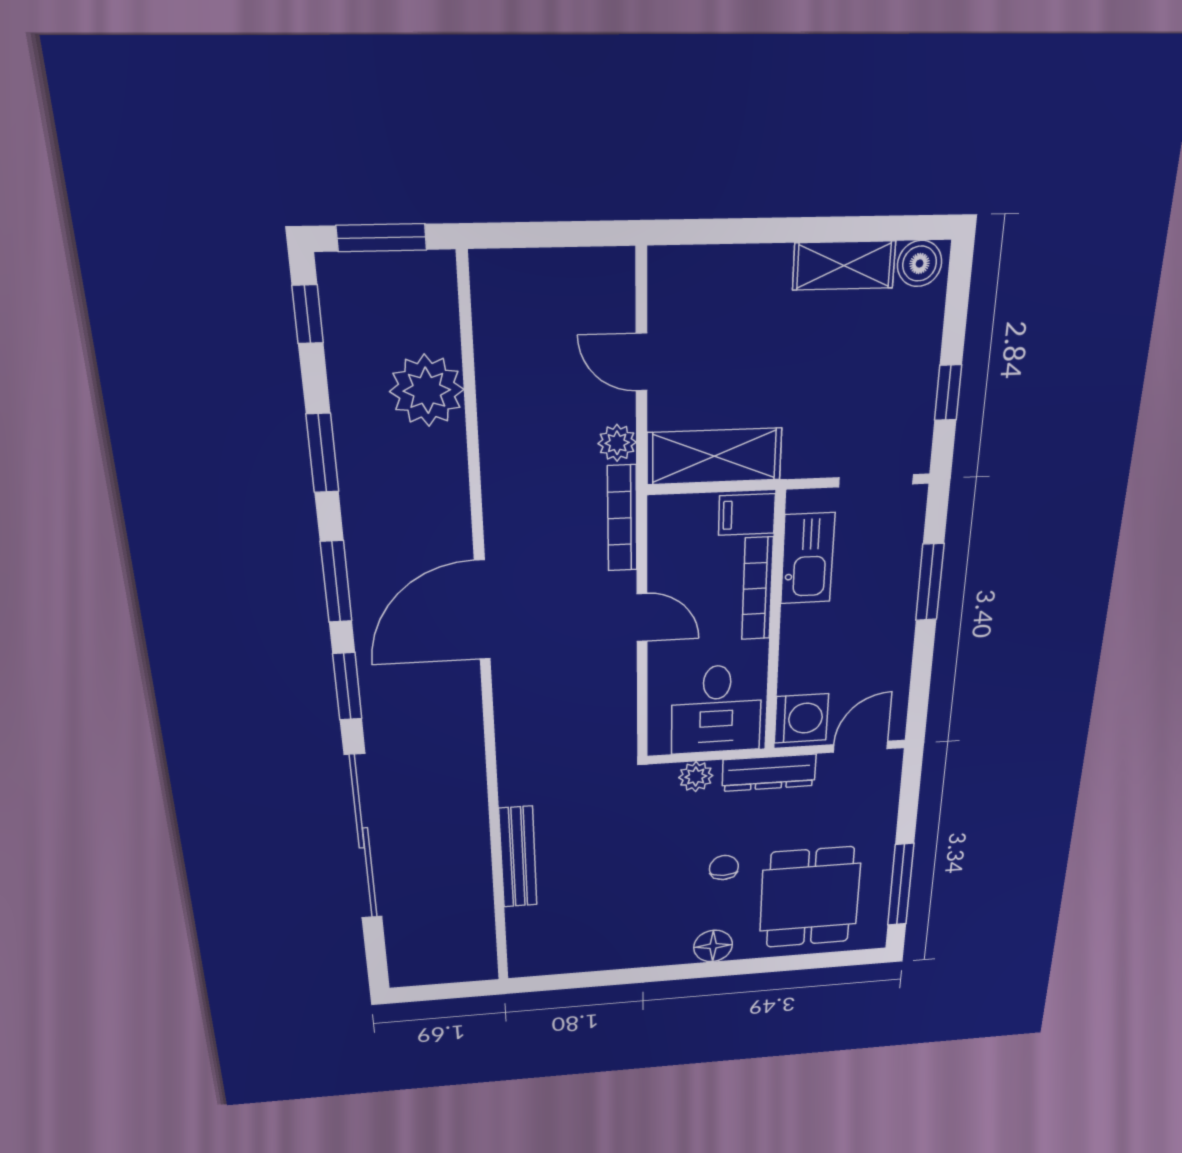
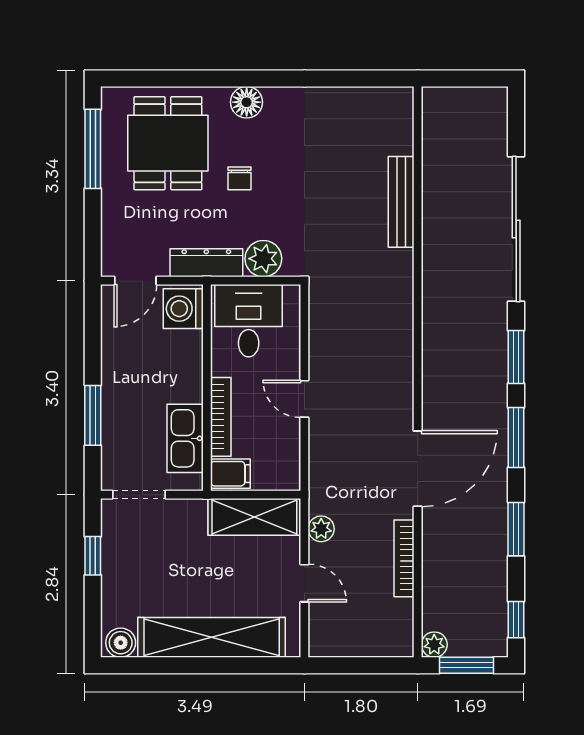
shelving: (844, 266) -> (212, 637), width x2.20, depth x1.33
plant: (427, 390) -> (434, 645), moved, width x0.53, depth x0.53
bookcase: (622, 518) -> (404, 558), moved, turned 180
door: (482, 610) -> (418, 469), moved
plant: (696, 777) -> (263, 259), width x1.38, depth x1.38

